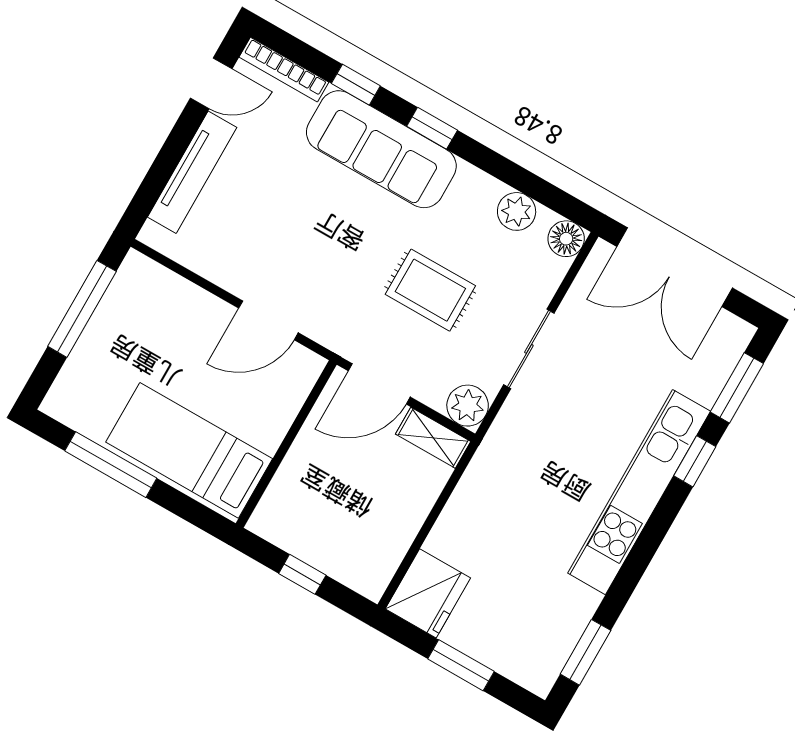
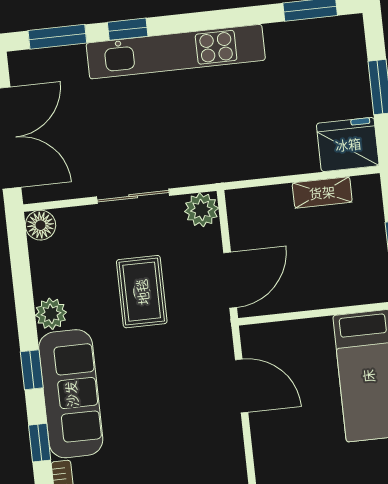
plant: (517, 211) -> (51, 314), moved
door: (379, 384) -> (230, 280), hinge flipped
shelving: (433, 438) -> (322, 192), moved, turned 90

